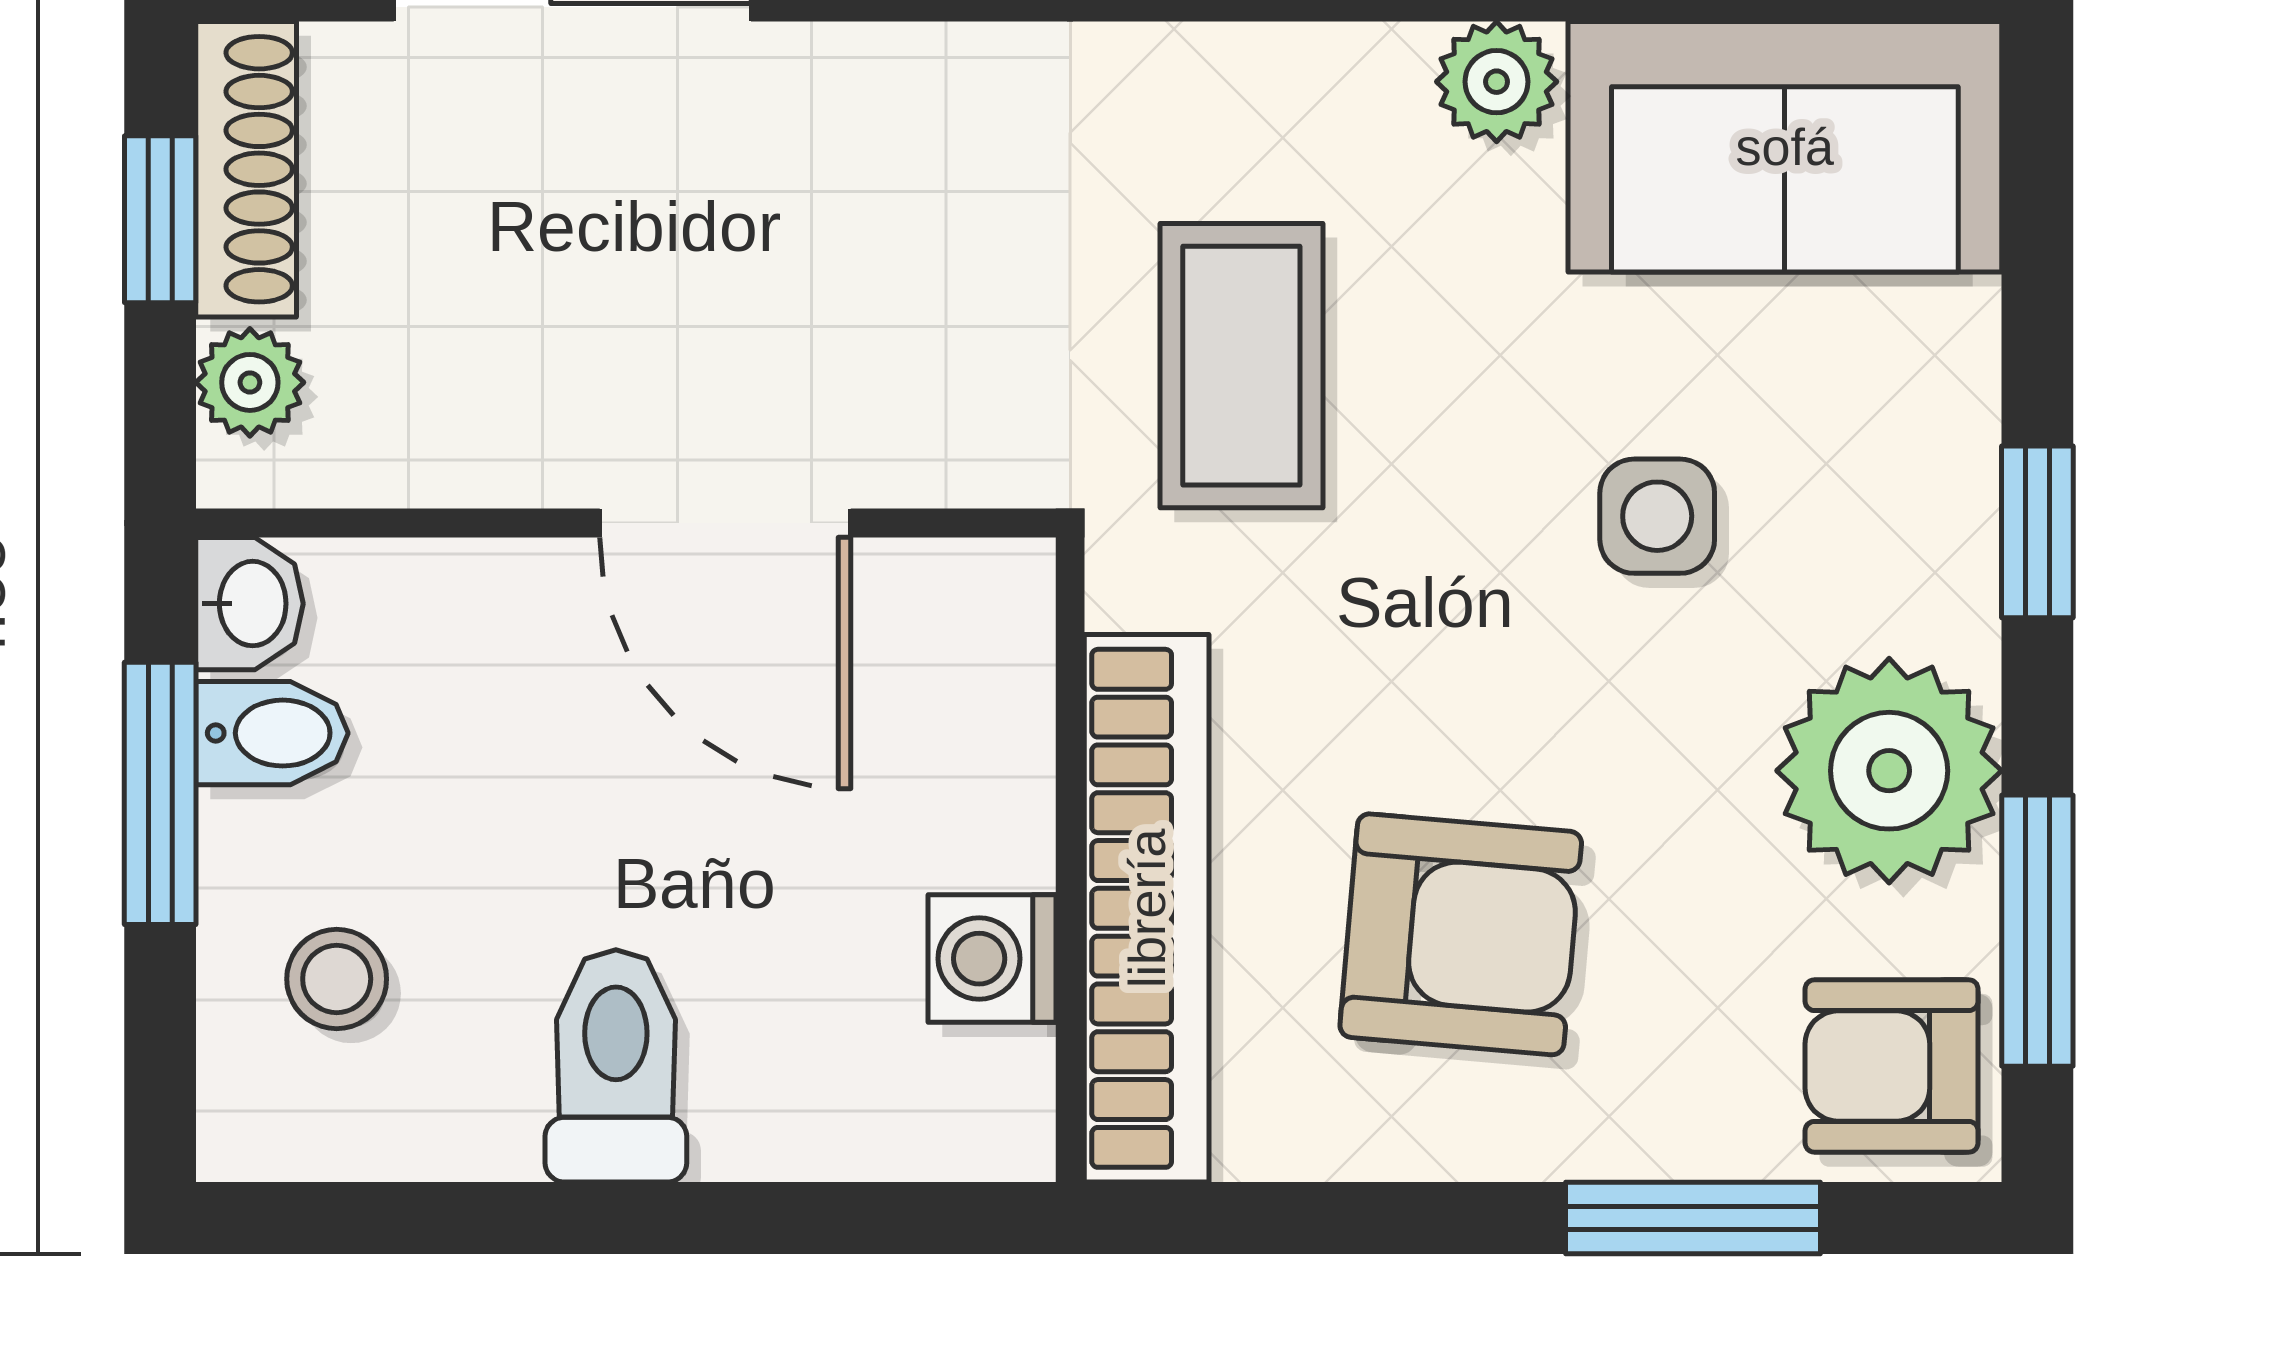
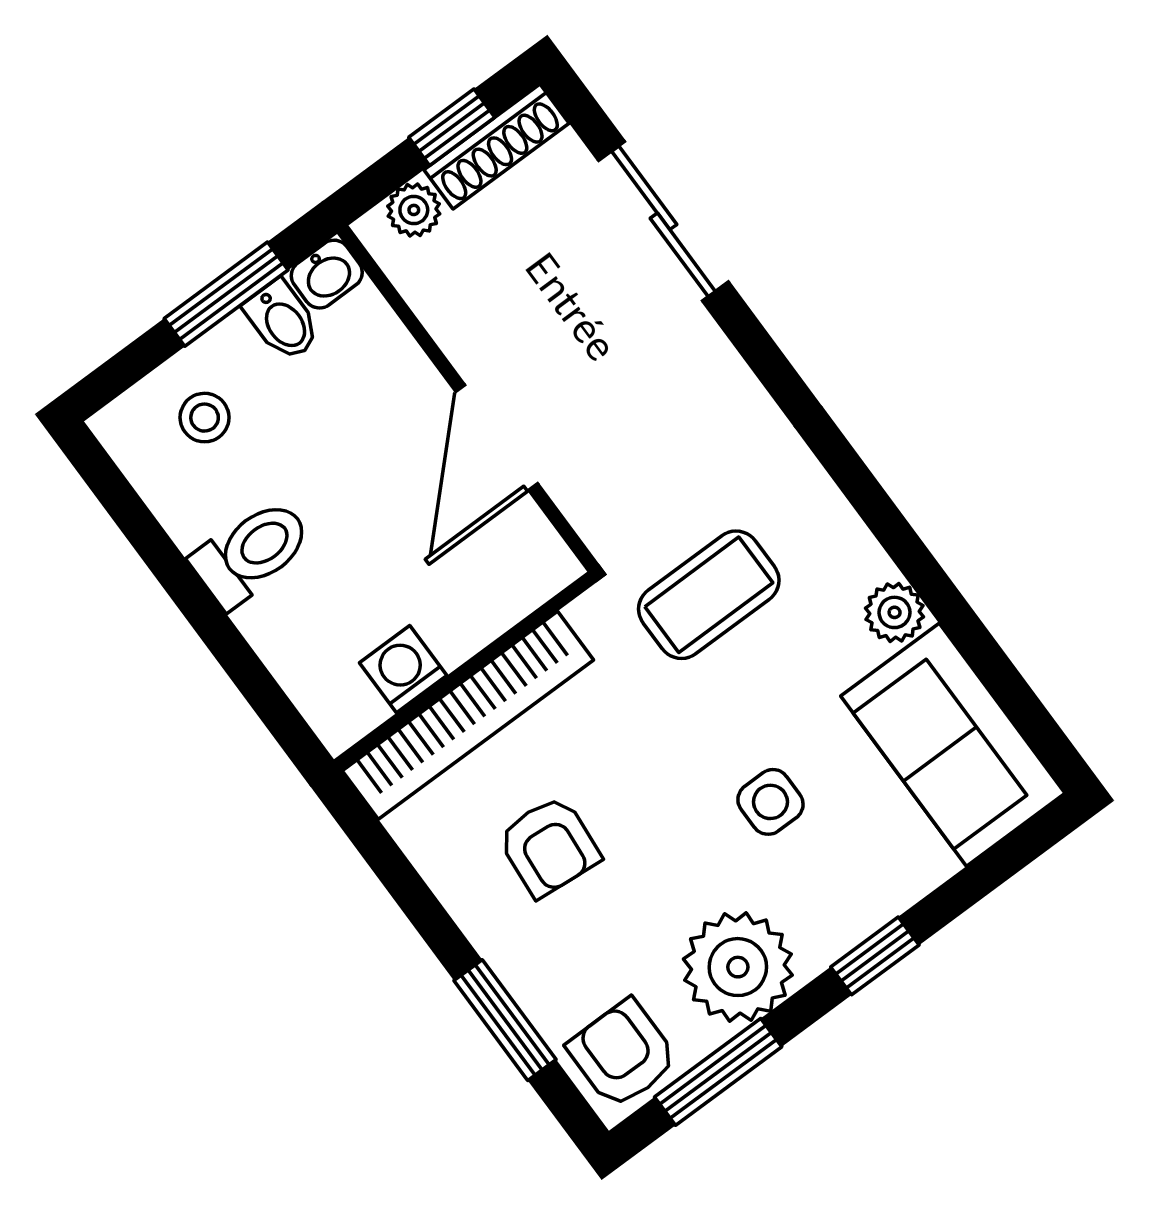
armchair: (1461, 934) -> (549, 846), width x0.72, depth x0.72

